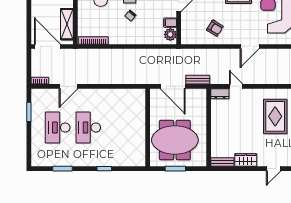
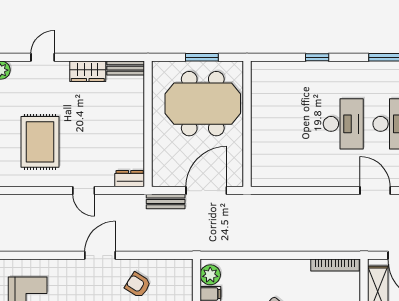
door: (250, 46) -> (100, 255), moved
door: (69, 86) -> (375, 191), hinge flipped
door: (173, 86) -> (206, 191), hinge flipped
door: (236, 86) -> (84, 191), moved

